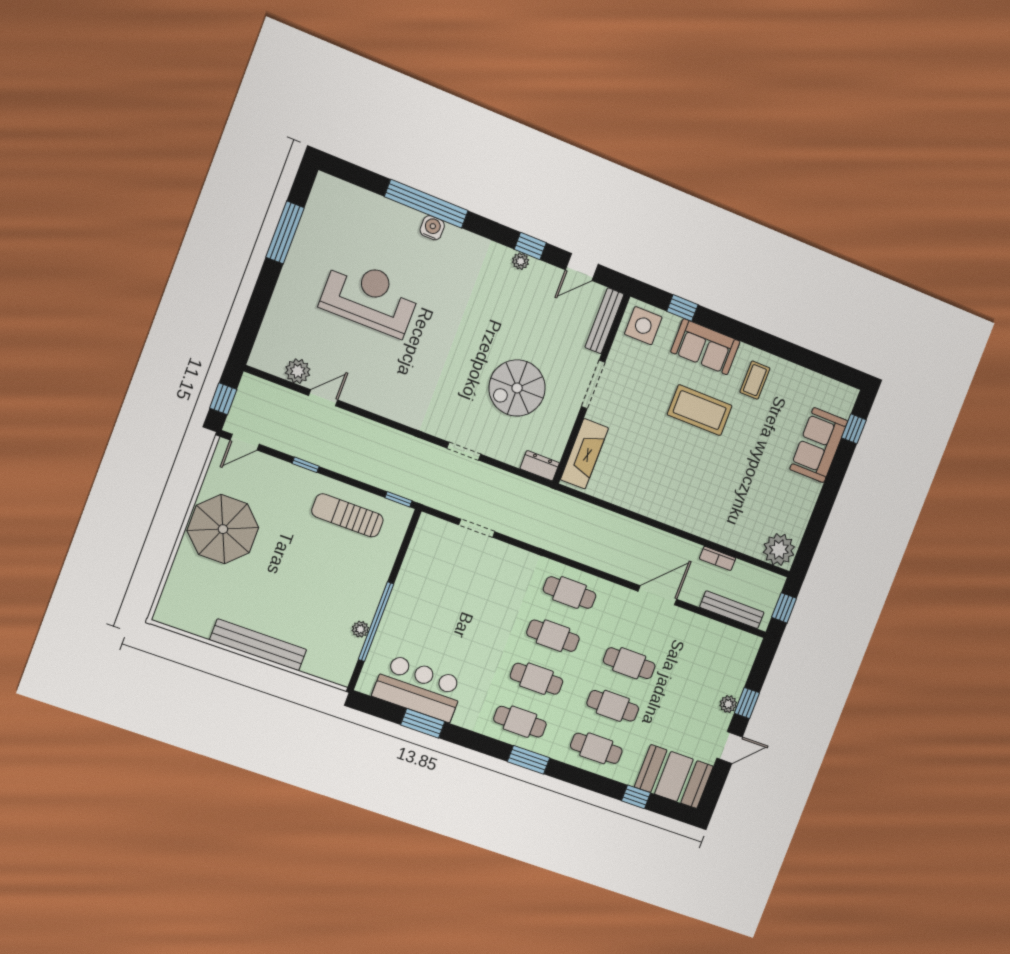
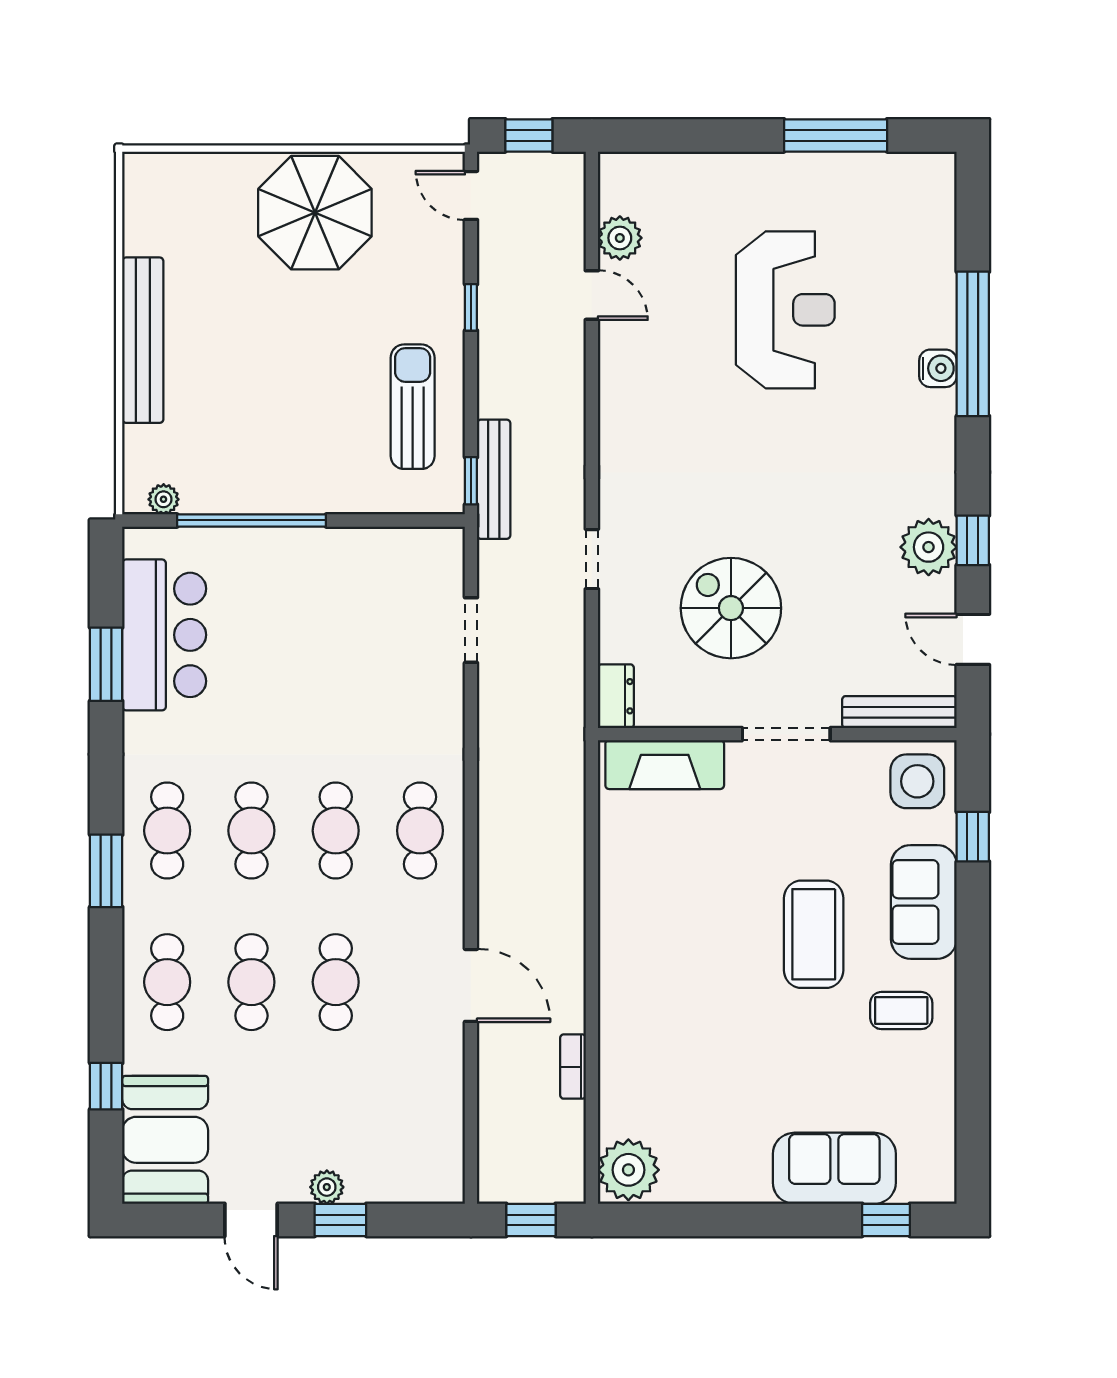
plant: (521, 261) -> (929, 547), width x1.88, depth x1.88
bench: (732, 610) -> (494, 479), moved
plant: (360, 629) -> (164, 499), moved

